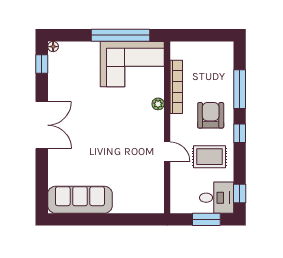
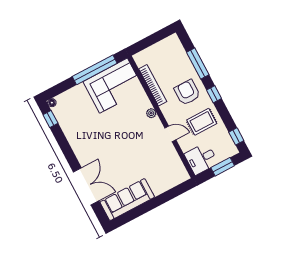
plant: (158, 104) -> (151, 113), moved
double door: (42, 125) -> (86, 186), moved
desk: (217, 198) -> (201, 159), moved, turned 180

